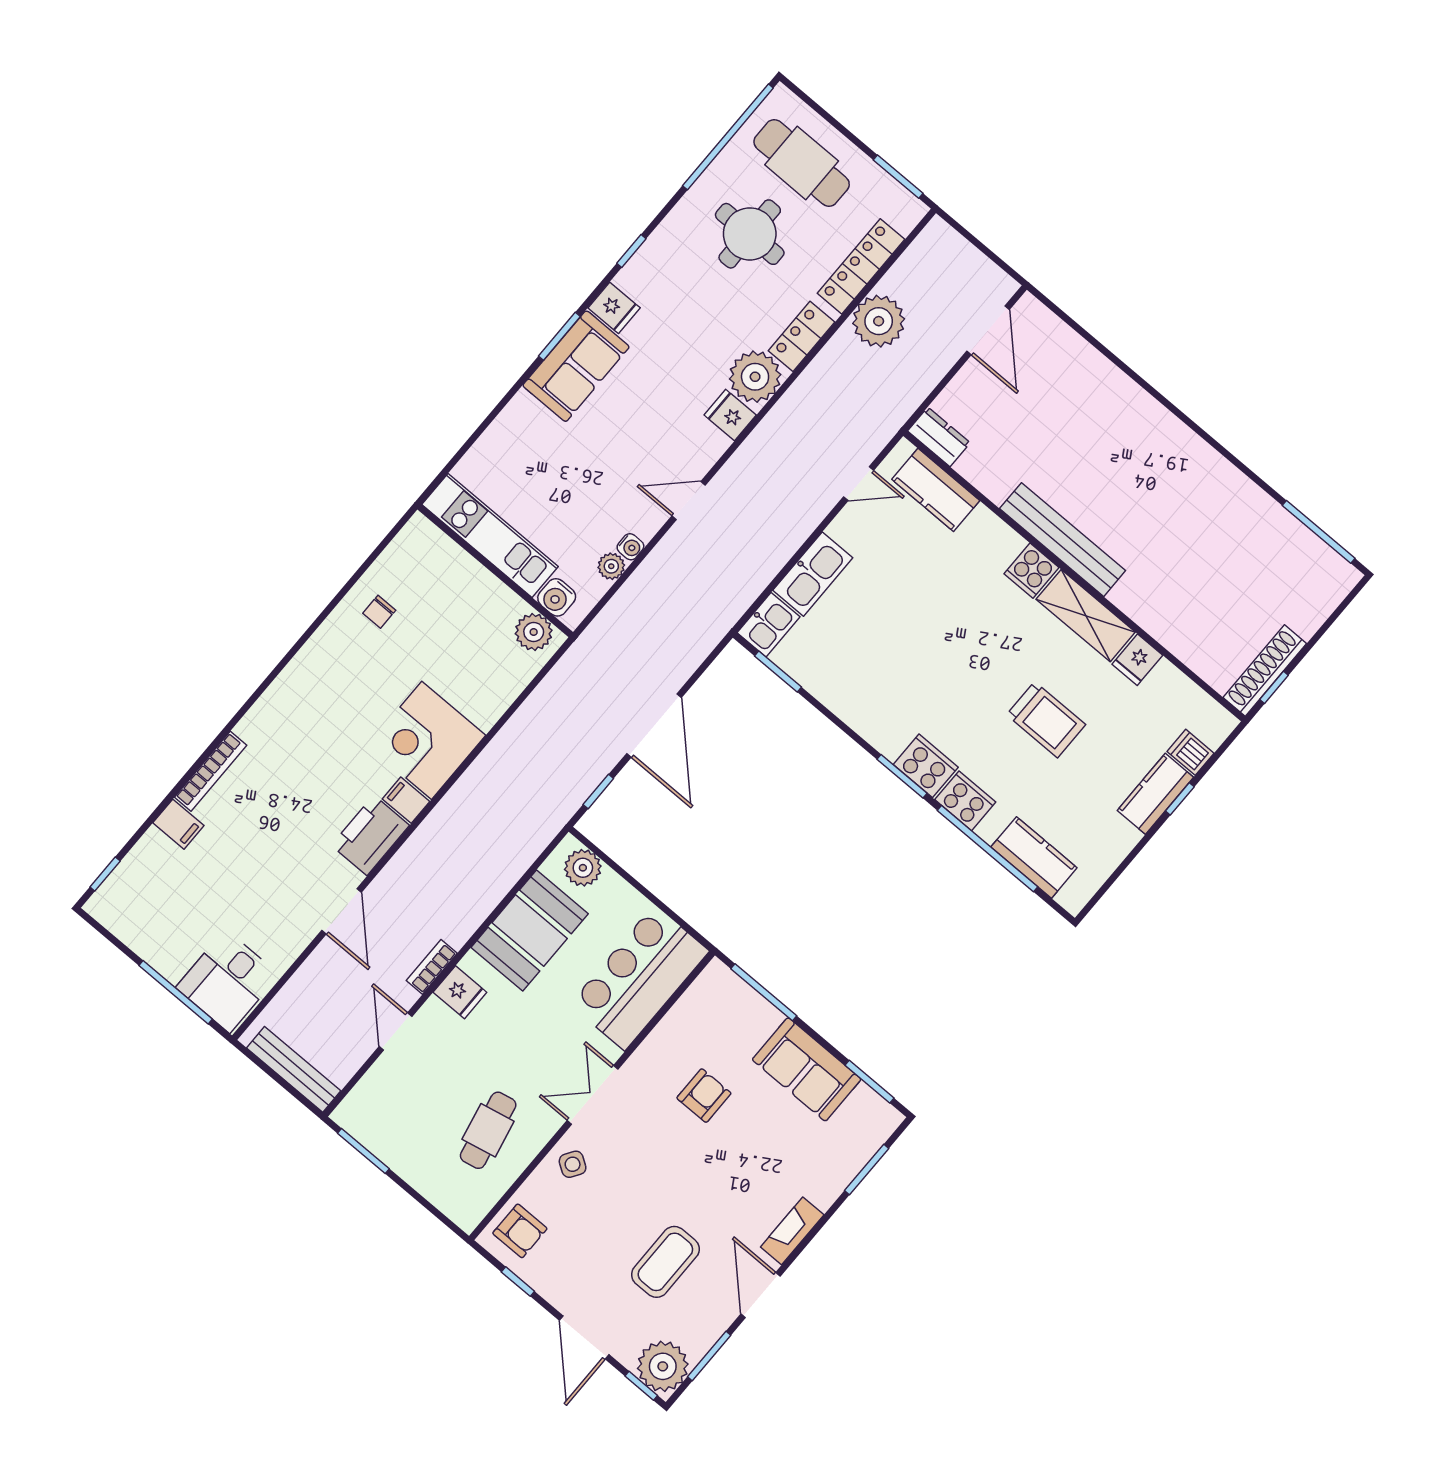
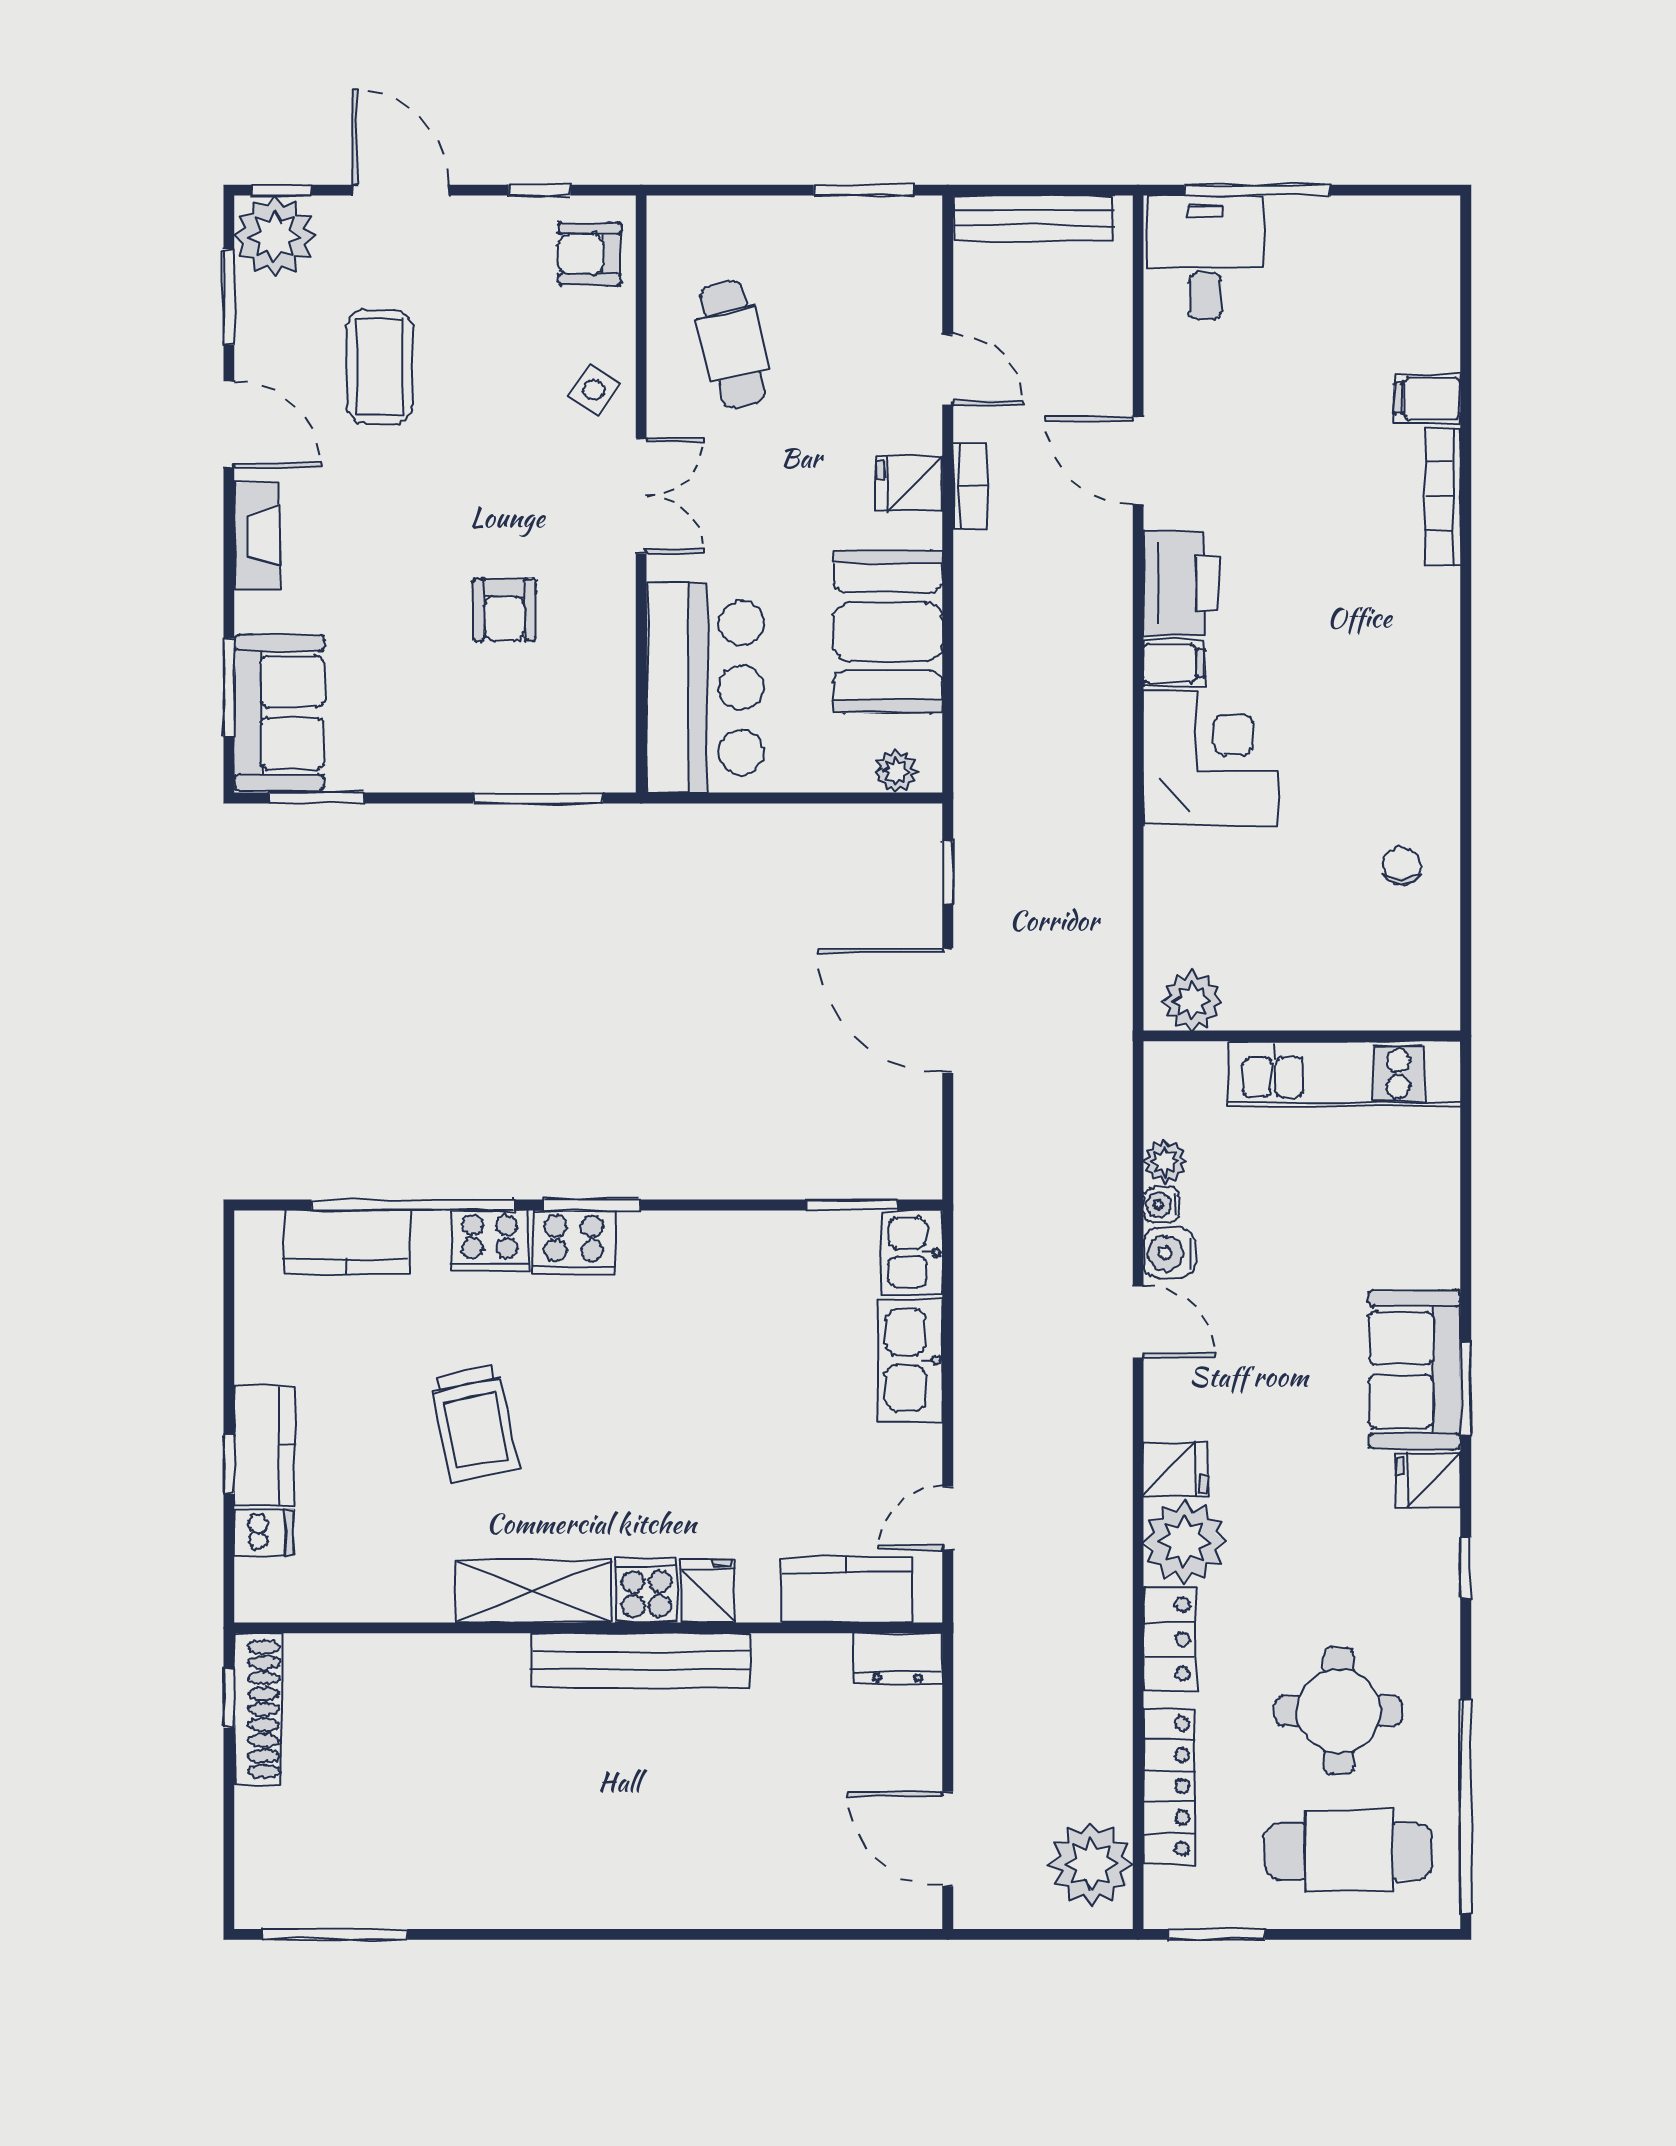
plant: (879, 321) -> (1091, 1864), moved
door: (689, 501) -> (1138, 1322), hinge flipped
water cooler: (557, 597) -> (1169, 1253), moved, turned -90
fridge: (1137, 660) -> (708, 1591), moved
trolley: (1046, 720) -> (474, 1423), turned -101
plant: (583, 868) -> (896, 771), width x0.73, depth x0.73
window: (105, 874) -> (1466, 262), removed
sofa: (807, 1069) -> (279, 712), moved, turned 90

